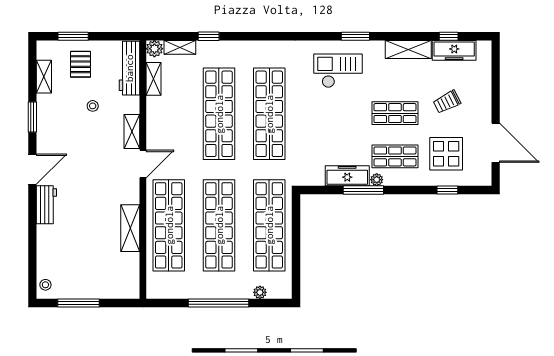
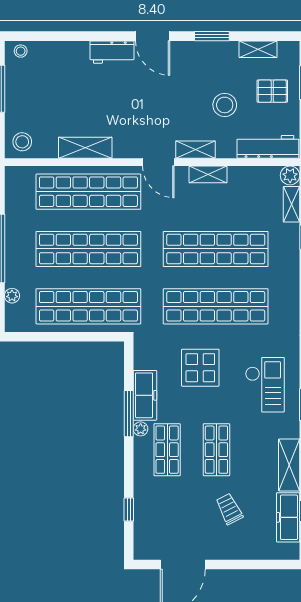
shelving: (154, 79) -> (208, 174), moved
stool: (93, 106) -> (225, 105), width x1.89, depth x1.89
display table: (446, 154) -> (200, 368), moved
stool: (125, 283) -> (22, 142), added

